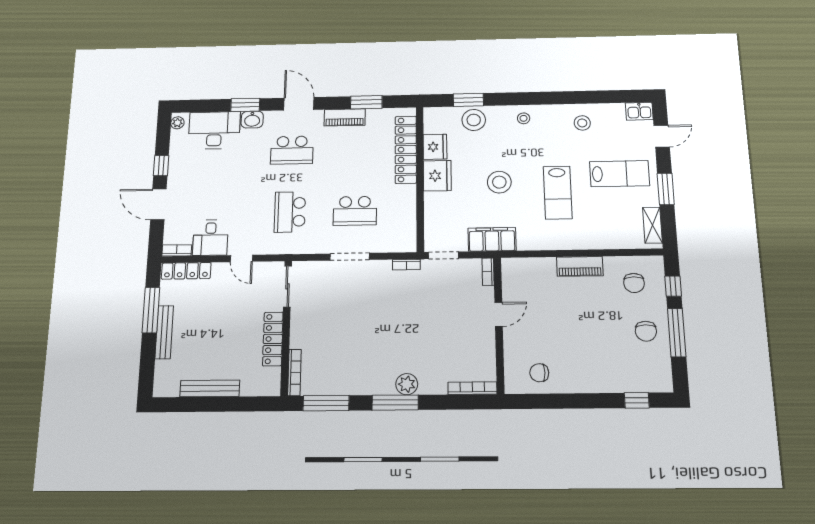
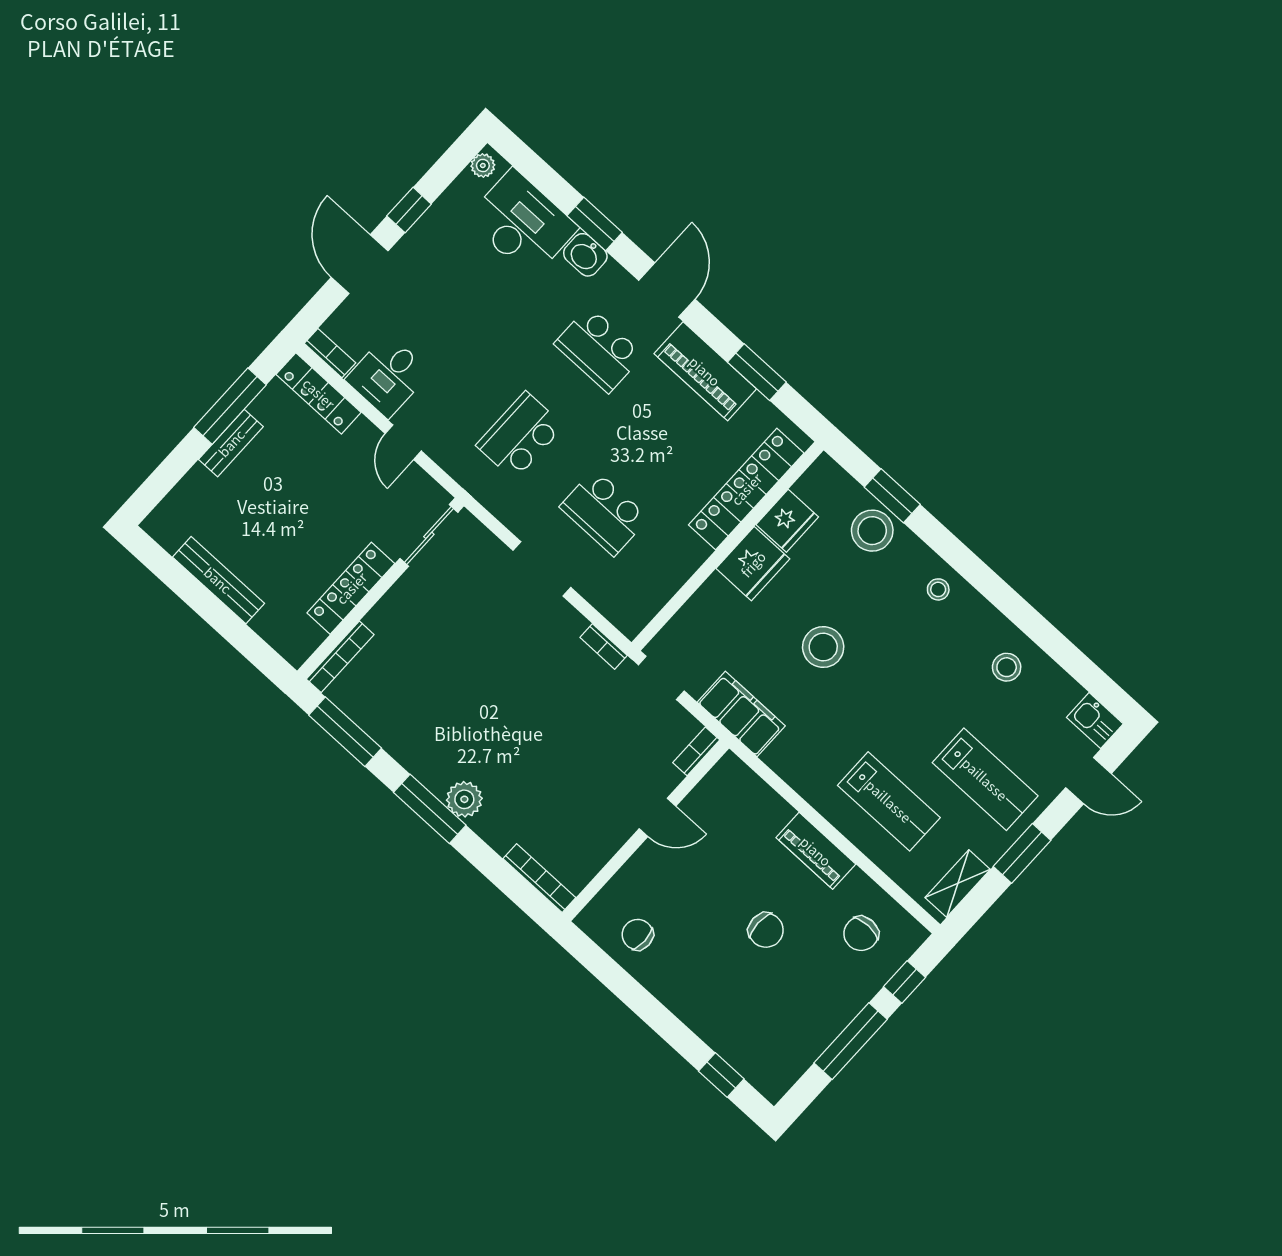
piano: (345, 117) -> (705, 371), width x1.37, depth x1.33
lab bench: (558, 193) -> (889, 801), moved, turned -90
chair: (646, 331) -> (766, 930), moved, turned -90
bench: (164, 332) -> (231, 443), width x0.73

